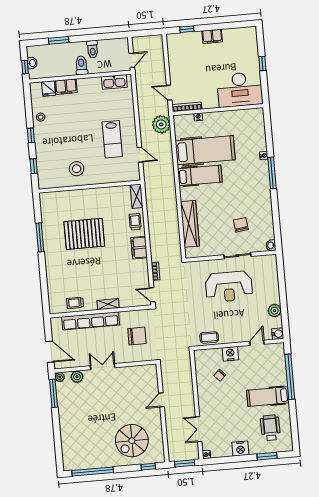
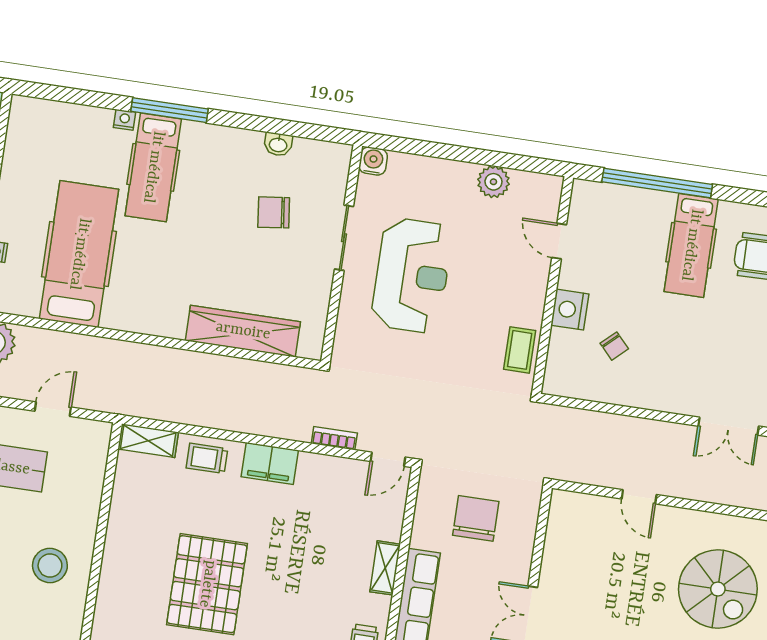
hospital bed: (200, 175) -> (153, 167), moved, turned 180
washbasin: (271, 245) -> (278, 144), moved
water cooler: (278, 334) -> (373, 161), moved

